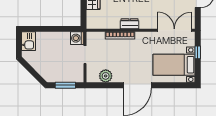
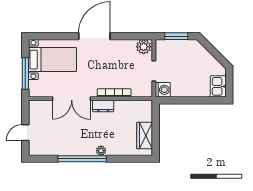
double door: (174, 30) -> (72, 99), moved
window: (198, 52) -> (25, 74), width x2.17
plant: (106, 76) -> (144, 47), moved

